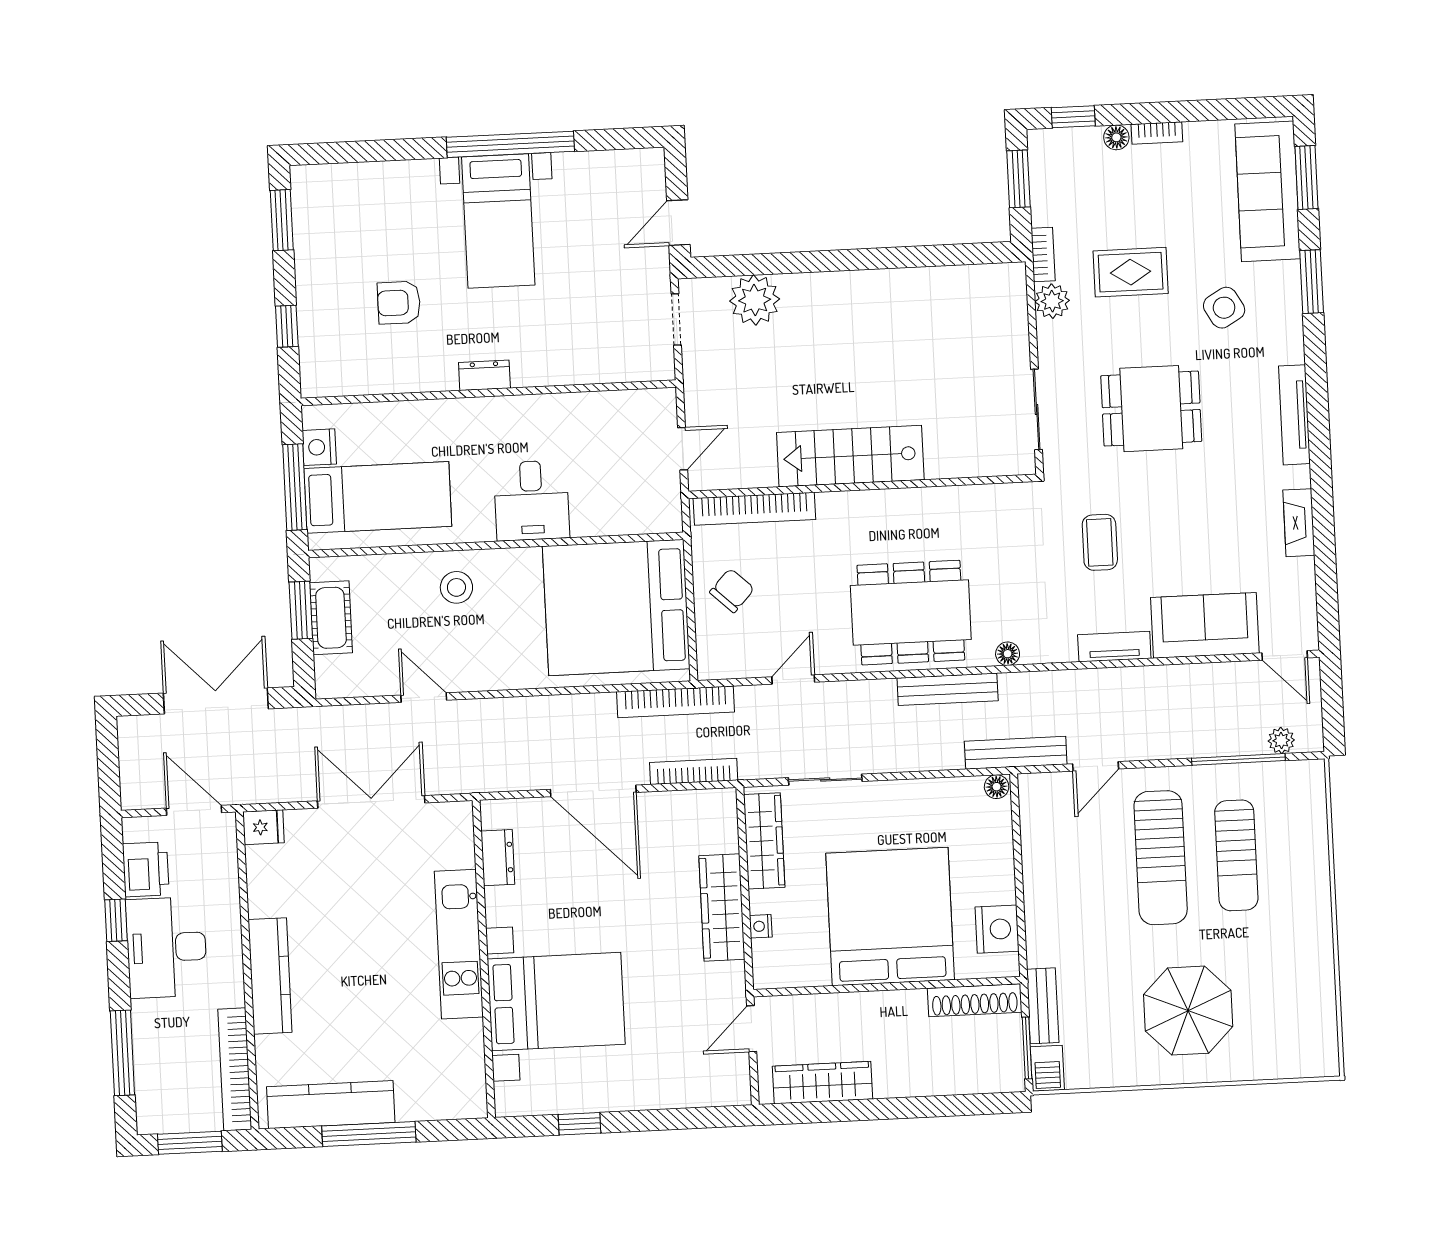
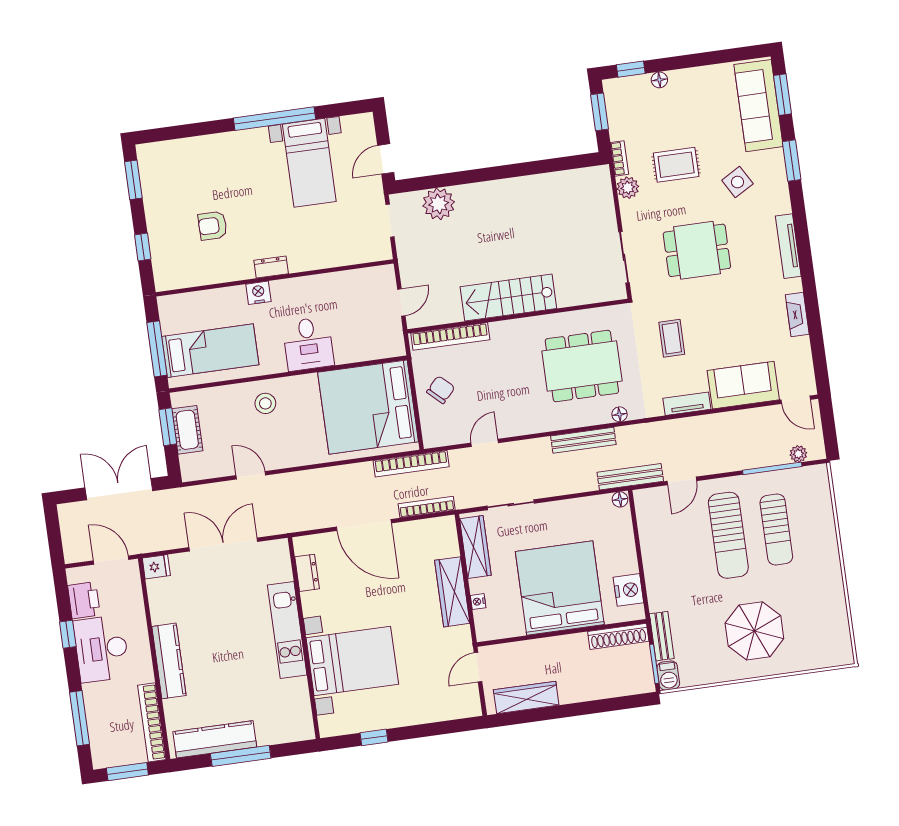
bookcase: (1157, 133) -> (685, 75), removed
bed with nightstands: (498, 221) -> (309, 163), moved
nightstand: (319, 447) -> (258, 293), moved, turned 90
dining table: (911, 613) -> (582, 366), moved

